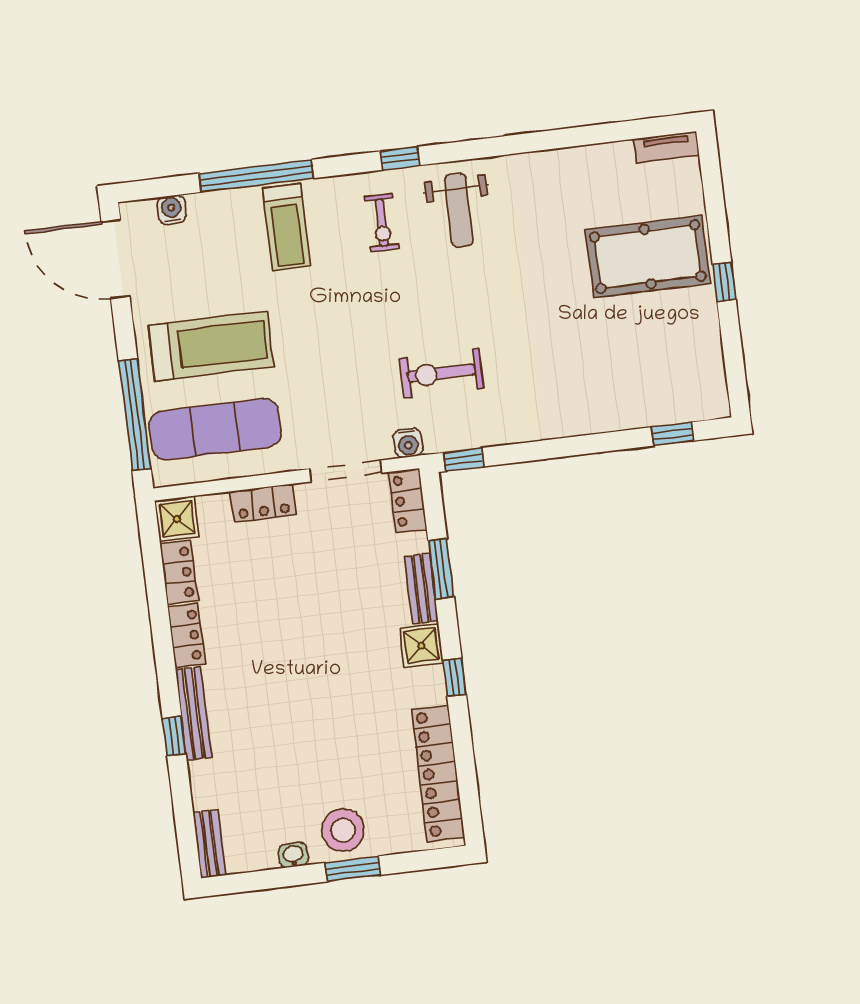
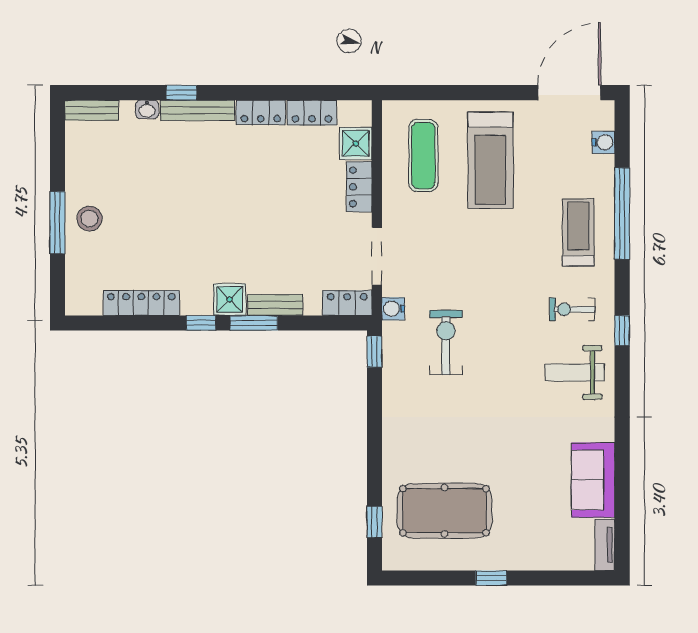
sofa: (588, 171) -> (593, 480), added
treadmill: (286, 227) -> (578, 233), turned 90
pool table: (648, 257) -> (445, 511), moved, turned 90
window: (135, 415) -> (443, 93), removed
exercise mat: (215, 429) -> (423, 156), width x0.73, depth x0.69
shower: (177, 519) -> (356, 143), moved
window: (441, 569) -> (254, 323), moved
locker: (438, 773) -> (141, 303), width x0.71, depth x0.83
stool: (343, 830) -> (90, 219), width x0.73, depth x0.73
washbasin: (293, 855) -> (147, 109), moved, turned 90
window: (353, 869) -> (57, 223), width x1.44

